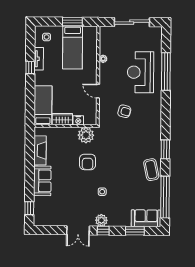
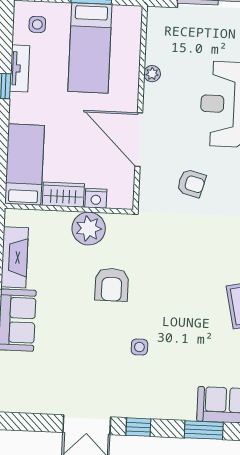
door: (98, 91) -> (139, 140), width x1.87
plant: (86, 135) -> (89, 229), moved
plant: (101, 220) -> (136, 406), removed

